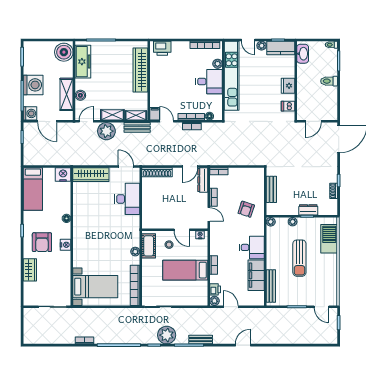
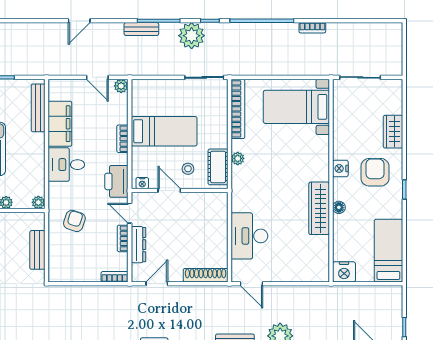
wardrobe: (91, 175) -> (319, 208), moved, turned -90
dresser: (203, 180) -> (138, 245), moved
printer: (215, 289) -> (116, 181), moved, width x1.87, depth x1.48

